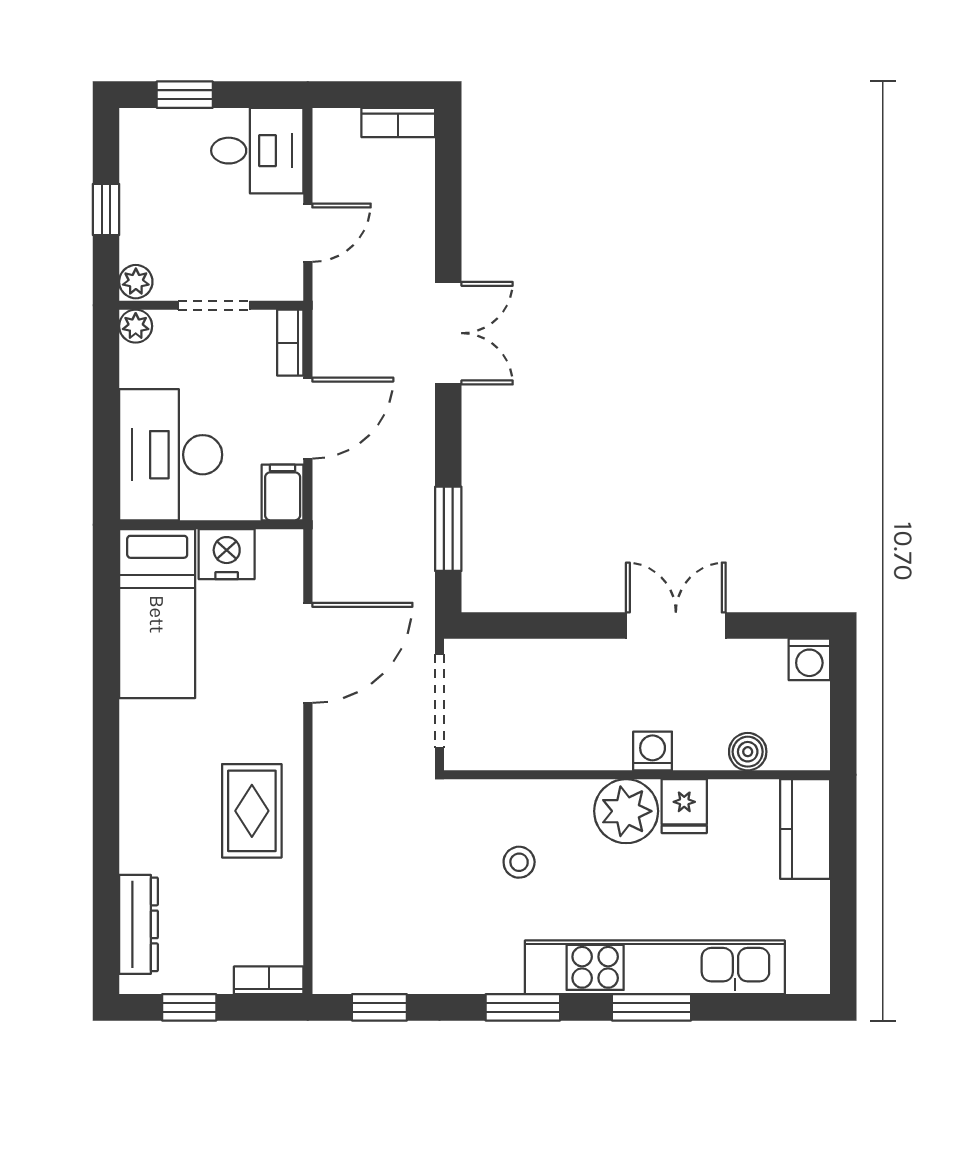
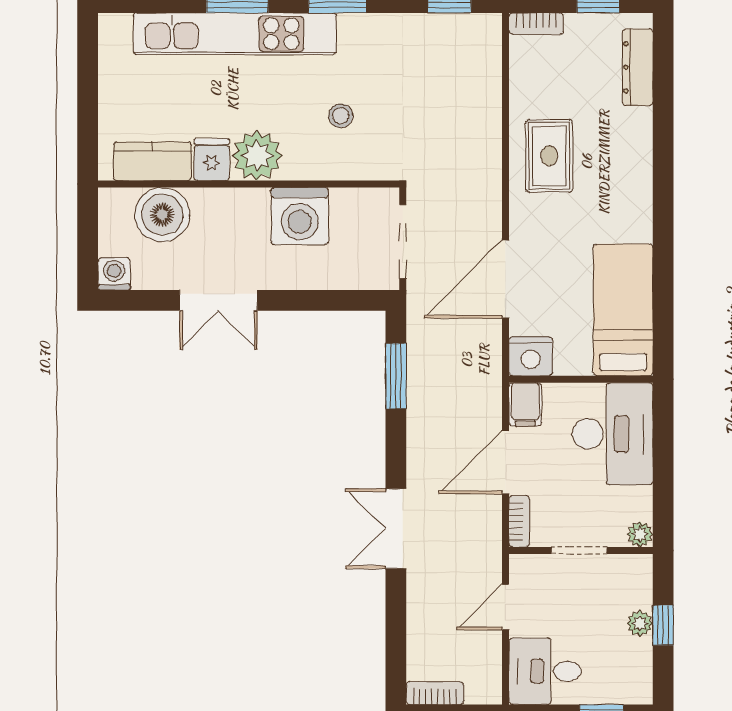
plant: (136, 282) -> (640, 623), moved
nightstand: (227, 554) -> (531, 356), moved
washing machine: (653, 751) -> (300, 216), moved, width x1.89, depth x1.89
boiler: (748, 752) -> (162, 215), width x1.86, depth x1.86
kitchen counter: (805, 829) -> (152, 161), moved, turned -90

